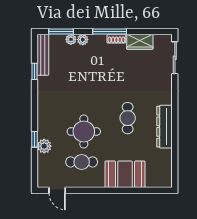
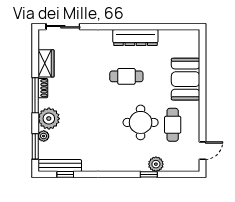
plant: (83, 40) -> (49, 119), width x1.88, depth x1.88
window: (34, 71) -> (65, 174), moved

